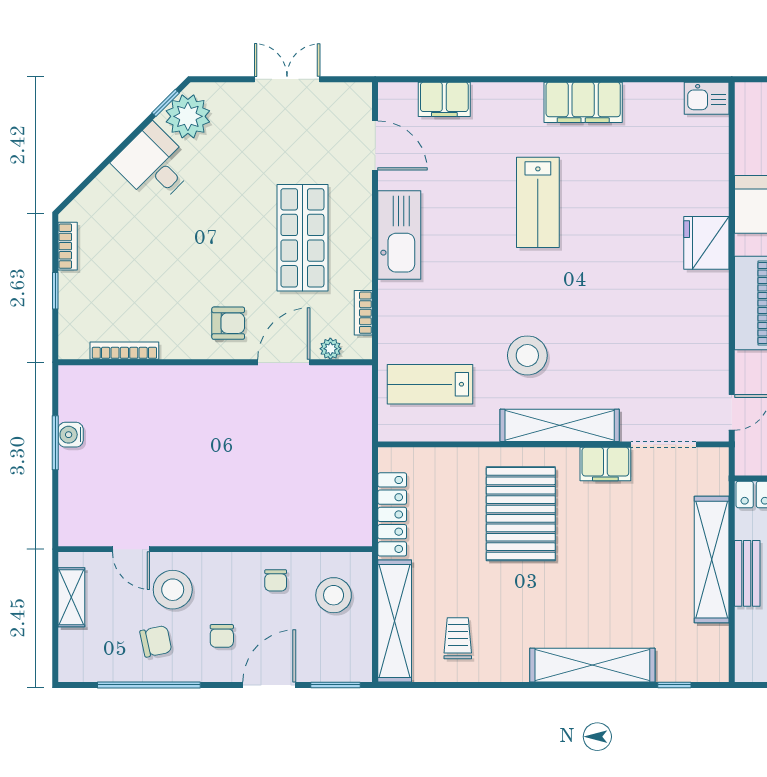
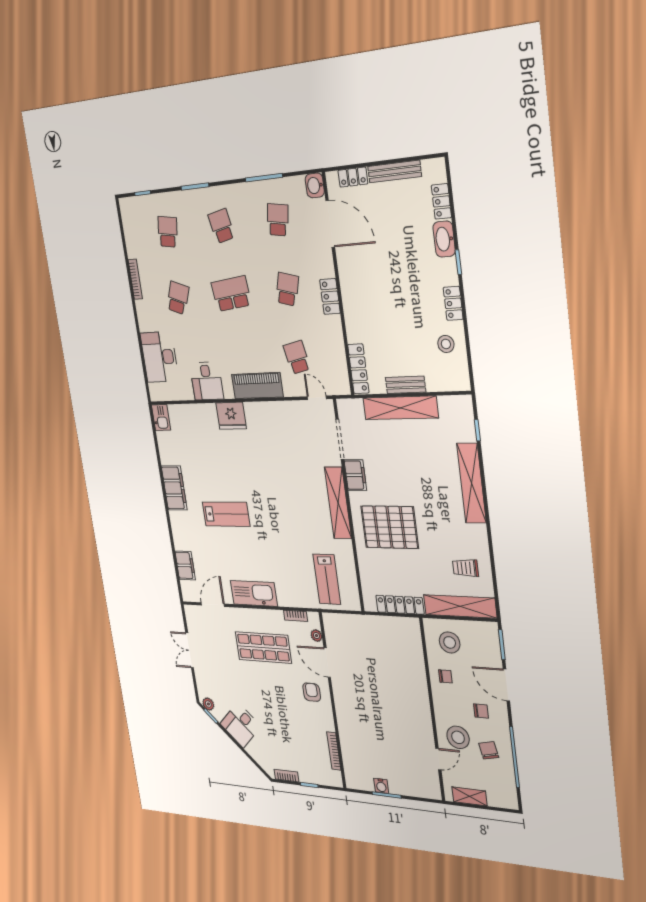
plant: (188, 116) -> (208, 704), width x0.53, depth x0.53
stool: (527, 355) -> (304, 522), removed

